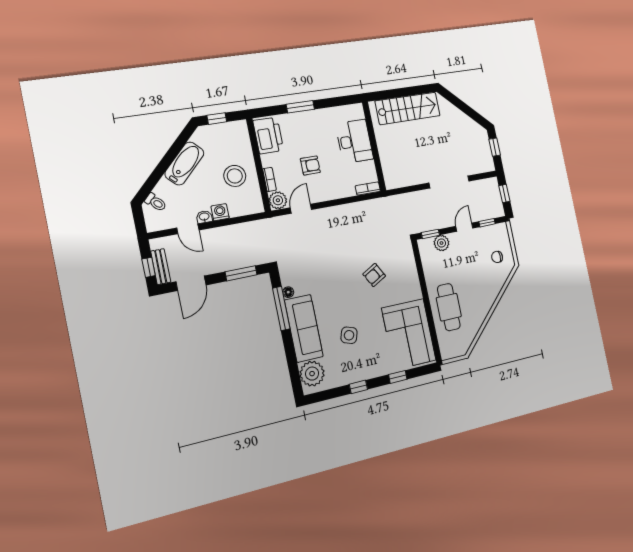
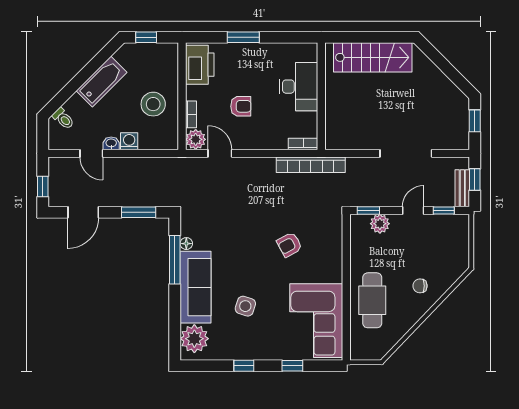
bookcase: (377, 205) -> (311, 165), added
door: (301, 209) -> (220, 153), hinge flipped
chair: (497, 257) -> (420, 286), moved
bench: (161, 267) -> (462, 188), moved

